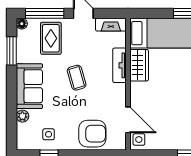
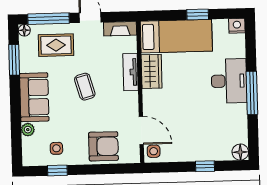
rug: (51, 38) -> (56, 45), turned 90

